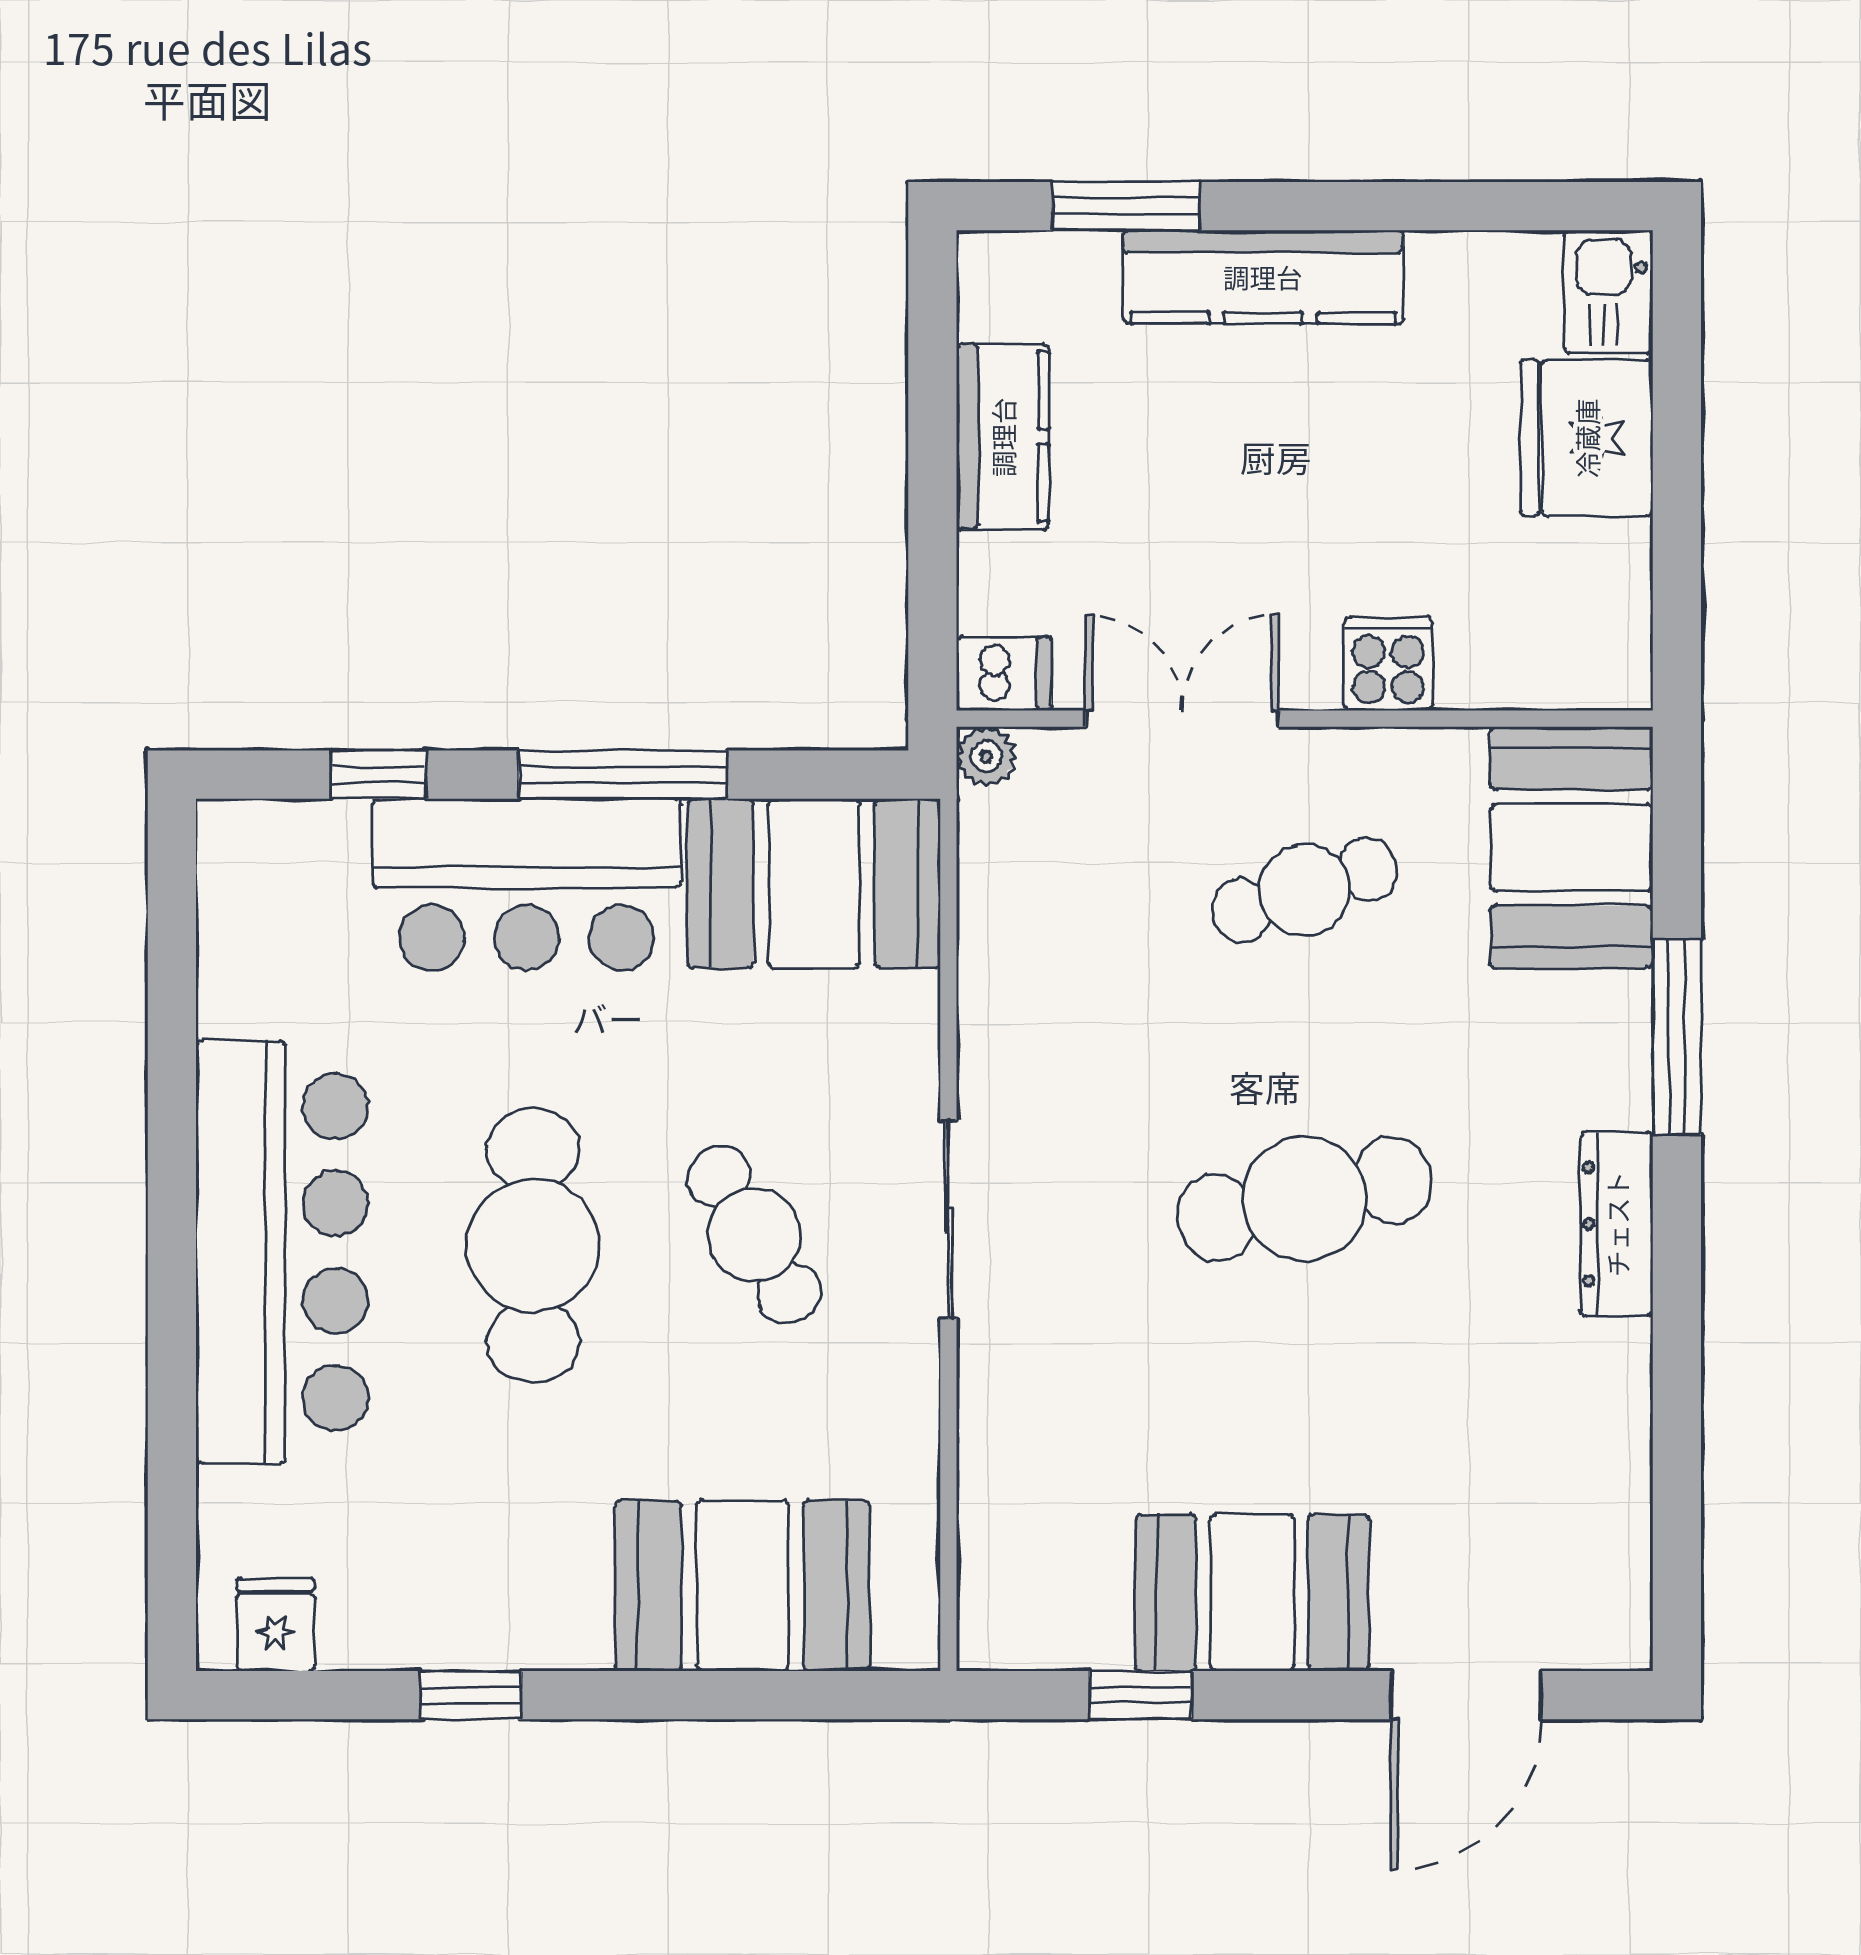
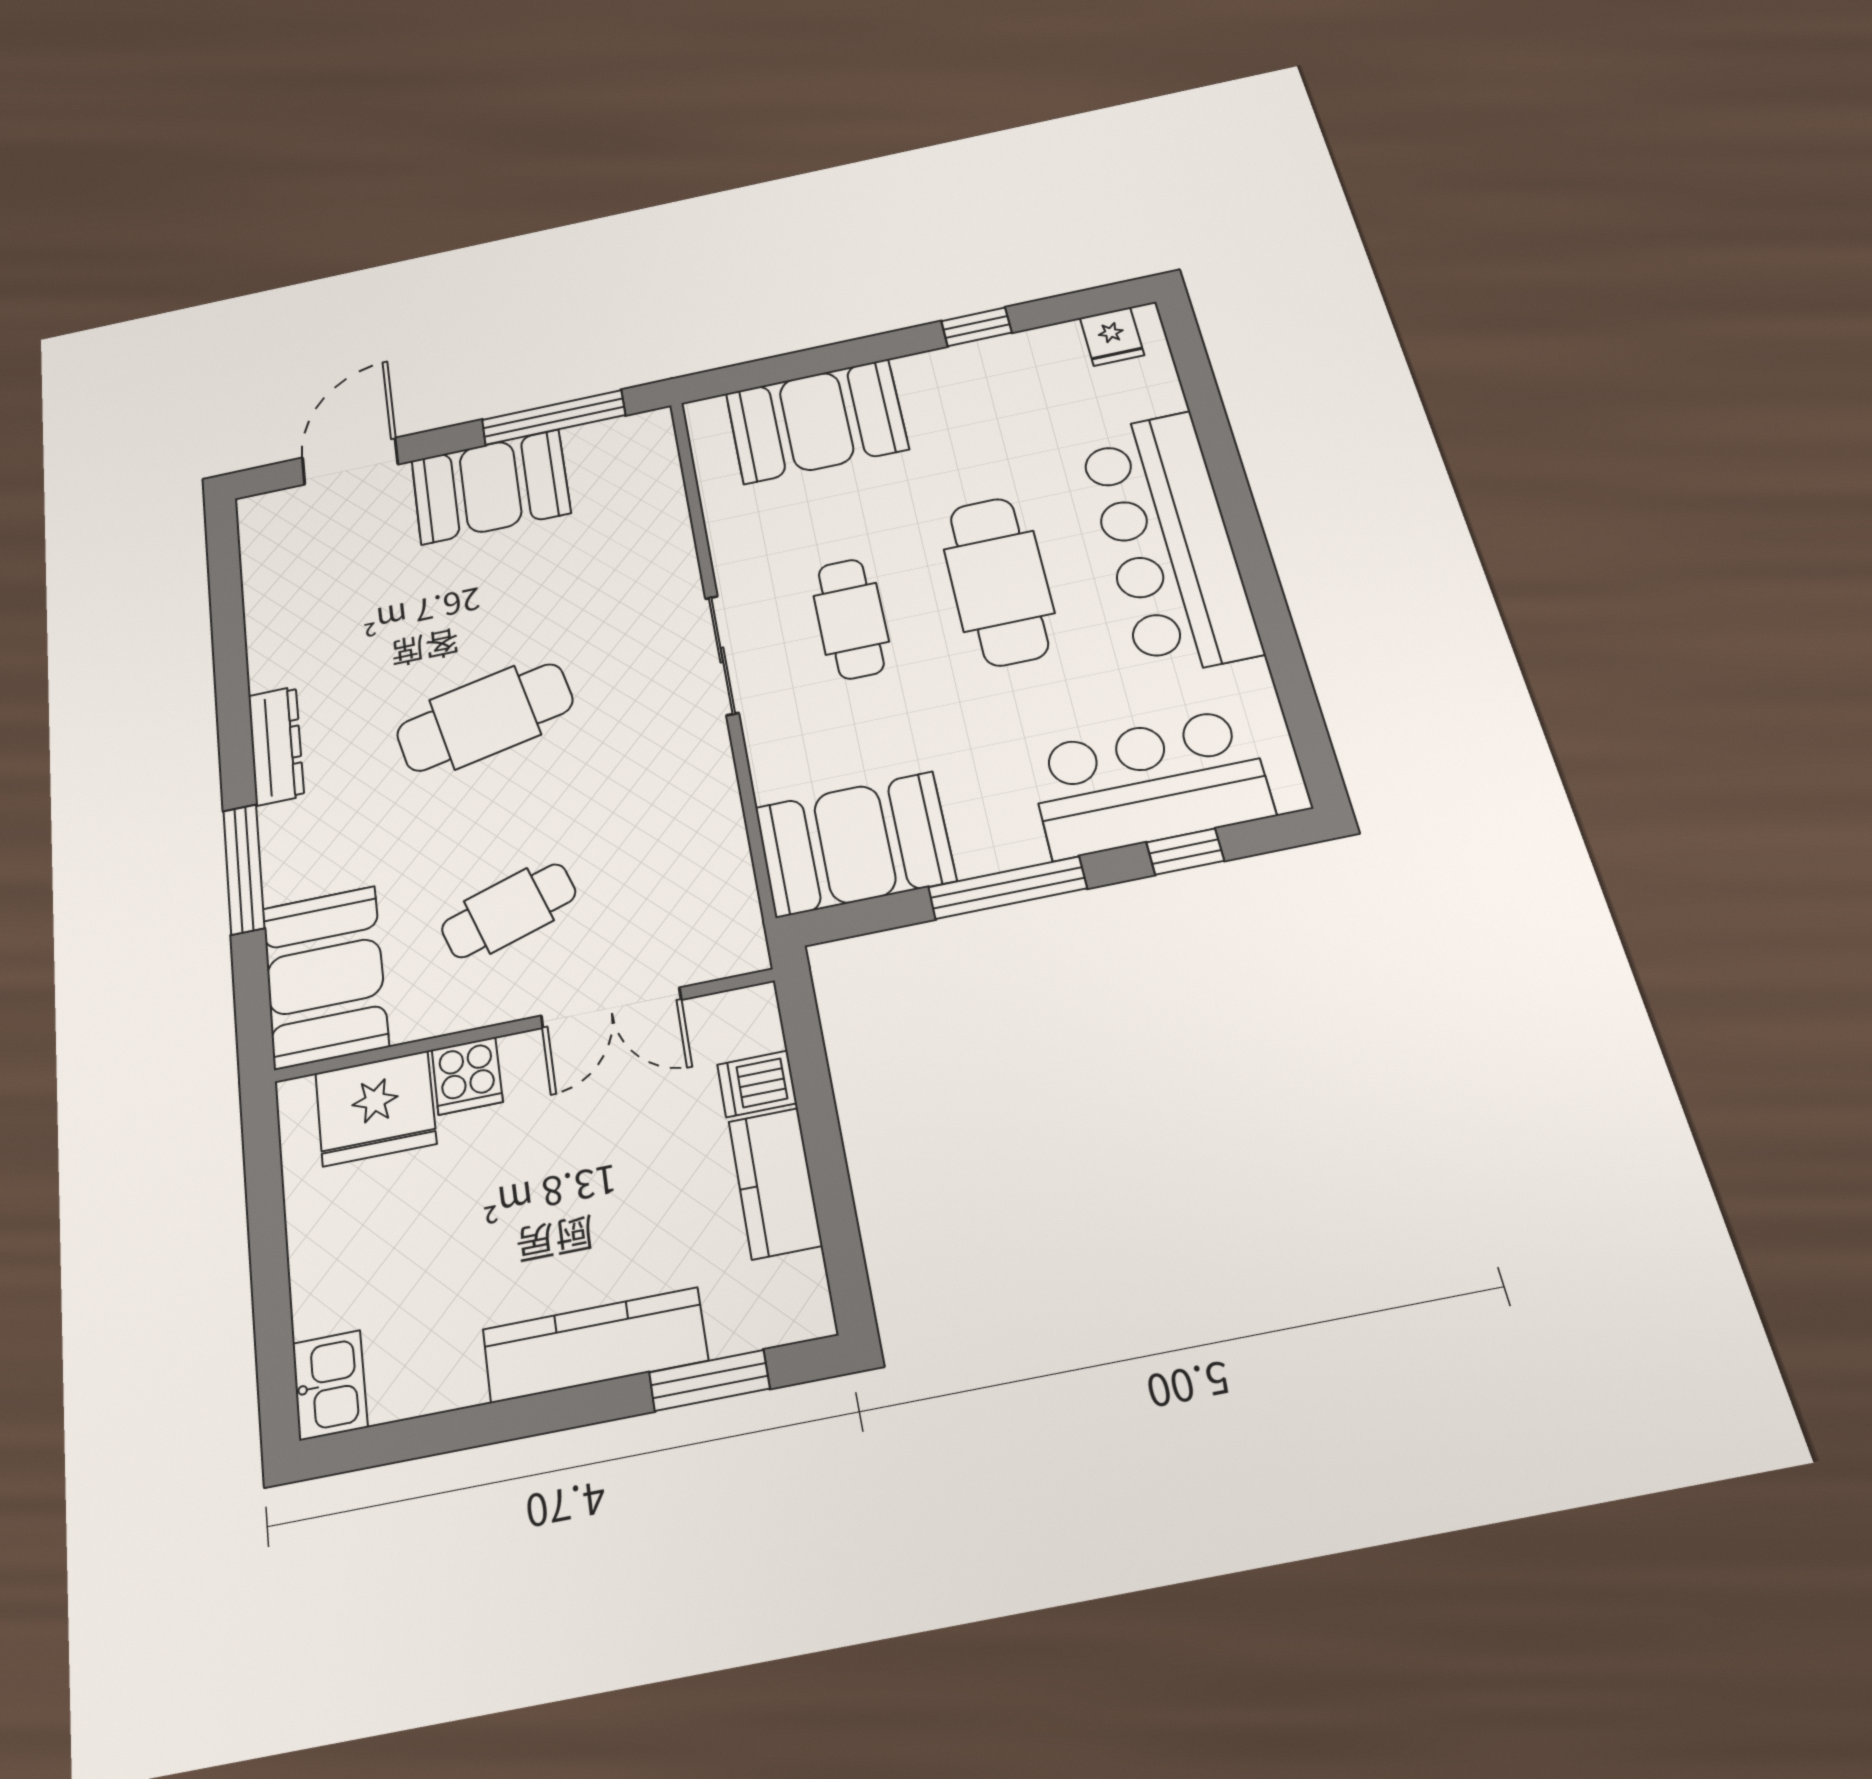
fridge: (1587, 438) -> (376, 1108), moved, turned 90
dishwasher: (1004, 673) -> (757, 1084), moved
plant: (986, 756) -> (748, 953), removed
bar counter: (527, 884) -> (1149, 783), moved
cafe table: (754, 1235) -> (851, 619), turned 31
window: (1140, 1695) -> (553, 417), width x2.17

